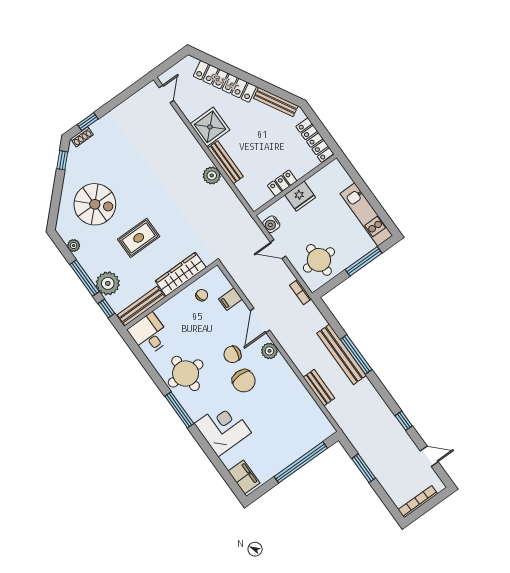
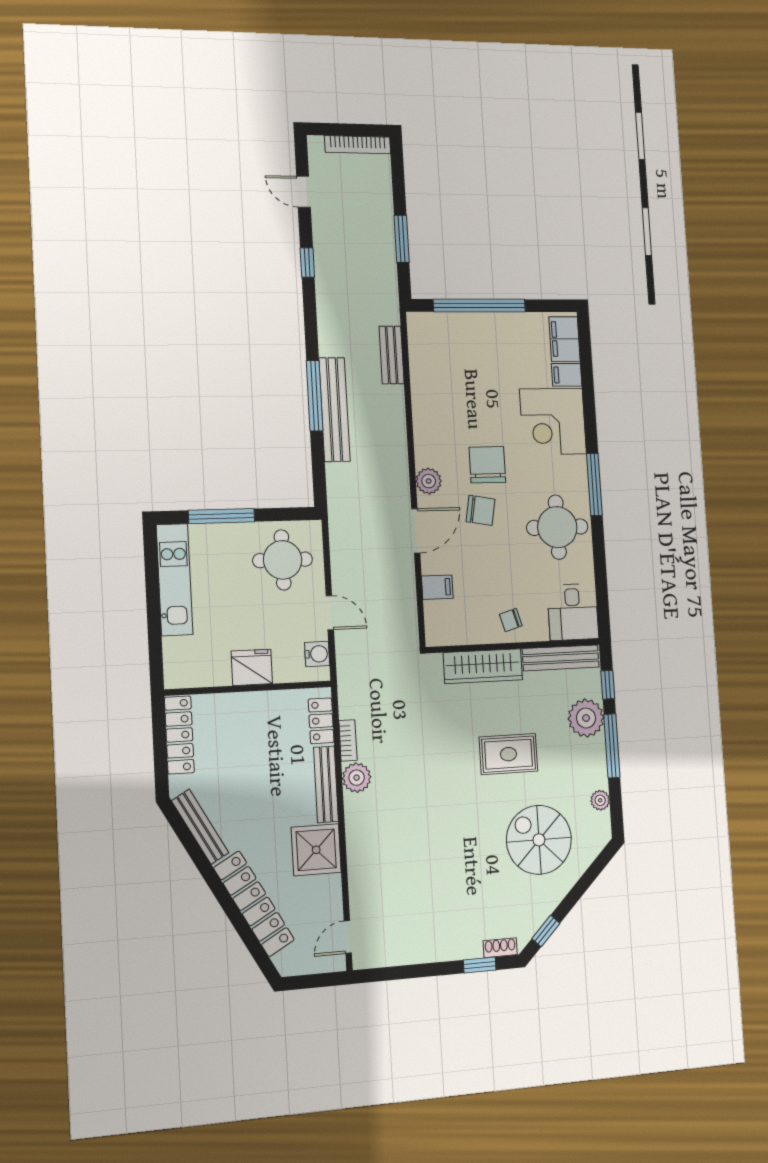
locker: (282, 183) -> (321, 721), moved, turned 90
bookcase: (300, 292) -> (348, 740), moved
chair: (202, 295) -> (511, 620), moved
bench: (319, 388) -> (392, 355), moved
filing cabinet: (231, 458) -> (567, 375), added

